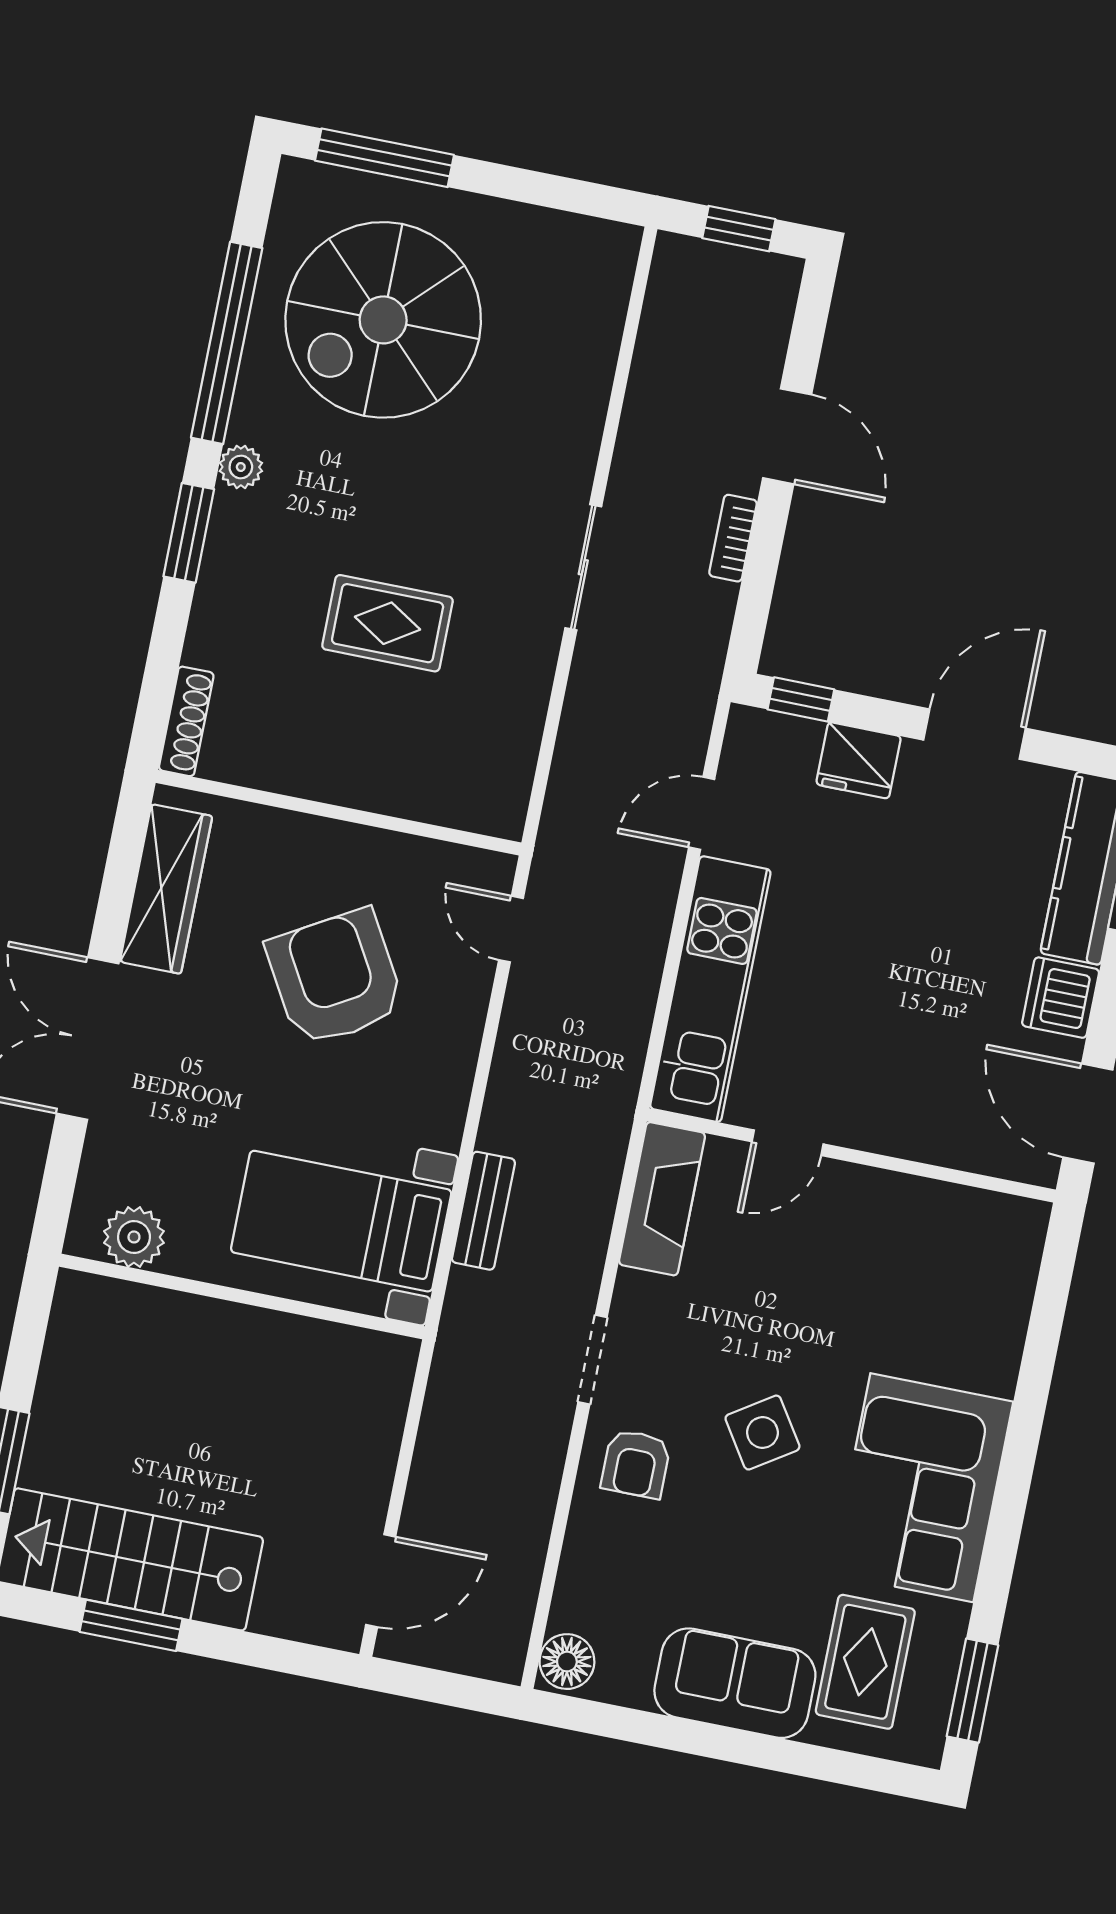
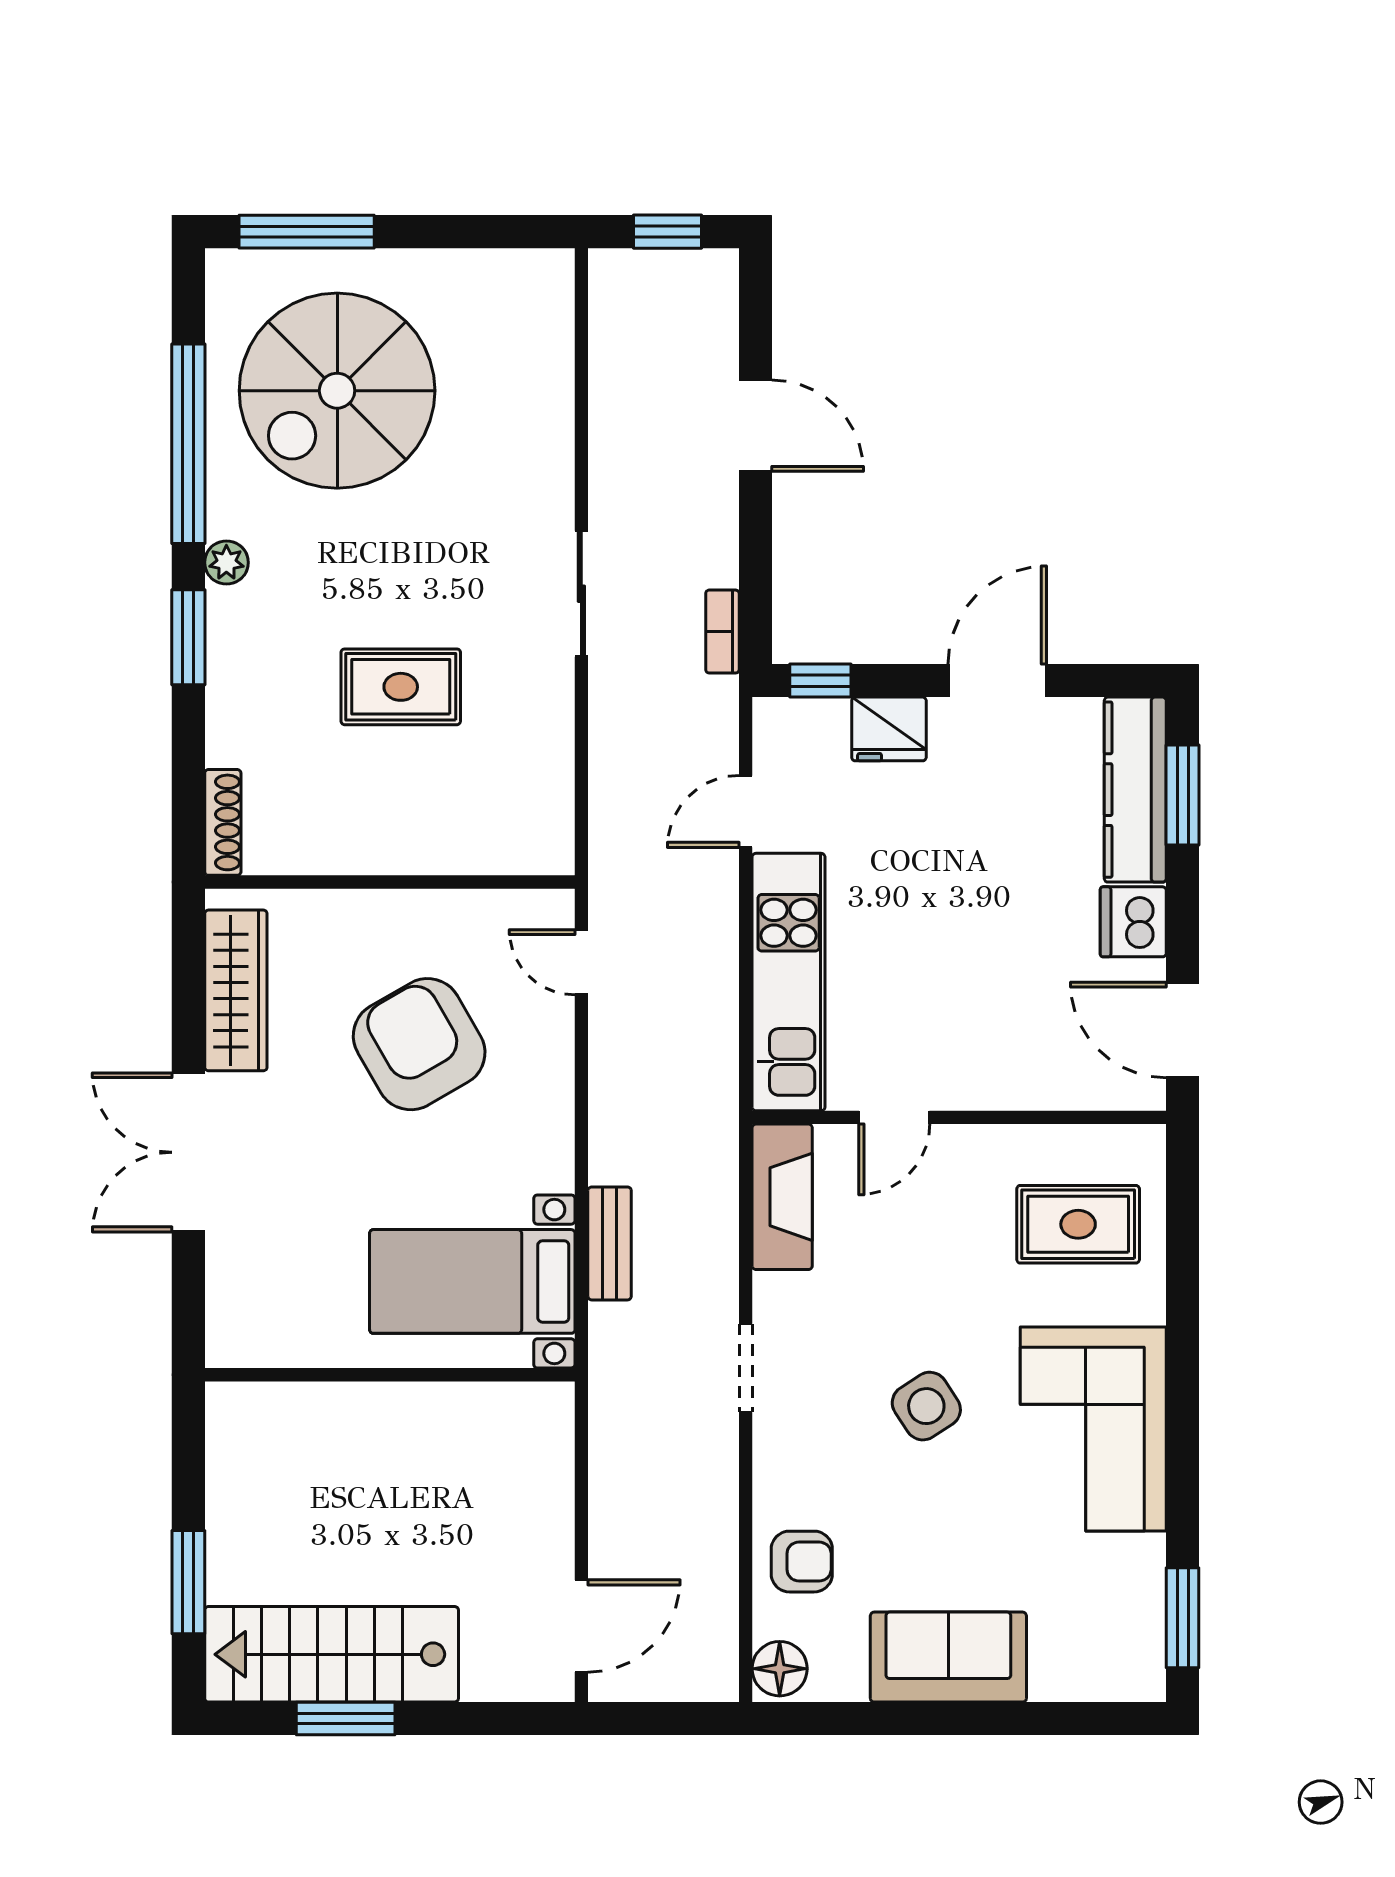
bookcase: (733, 538) -> (722, 632), moved
plant: (134, 1237) -> (272, 1338), removed
armchair: (636, 1464) -> (802, 1562), moved, turned -90
rug: (865, 1662) -> (1078, 1224), moved, turned 90

